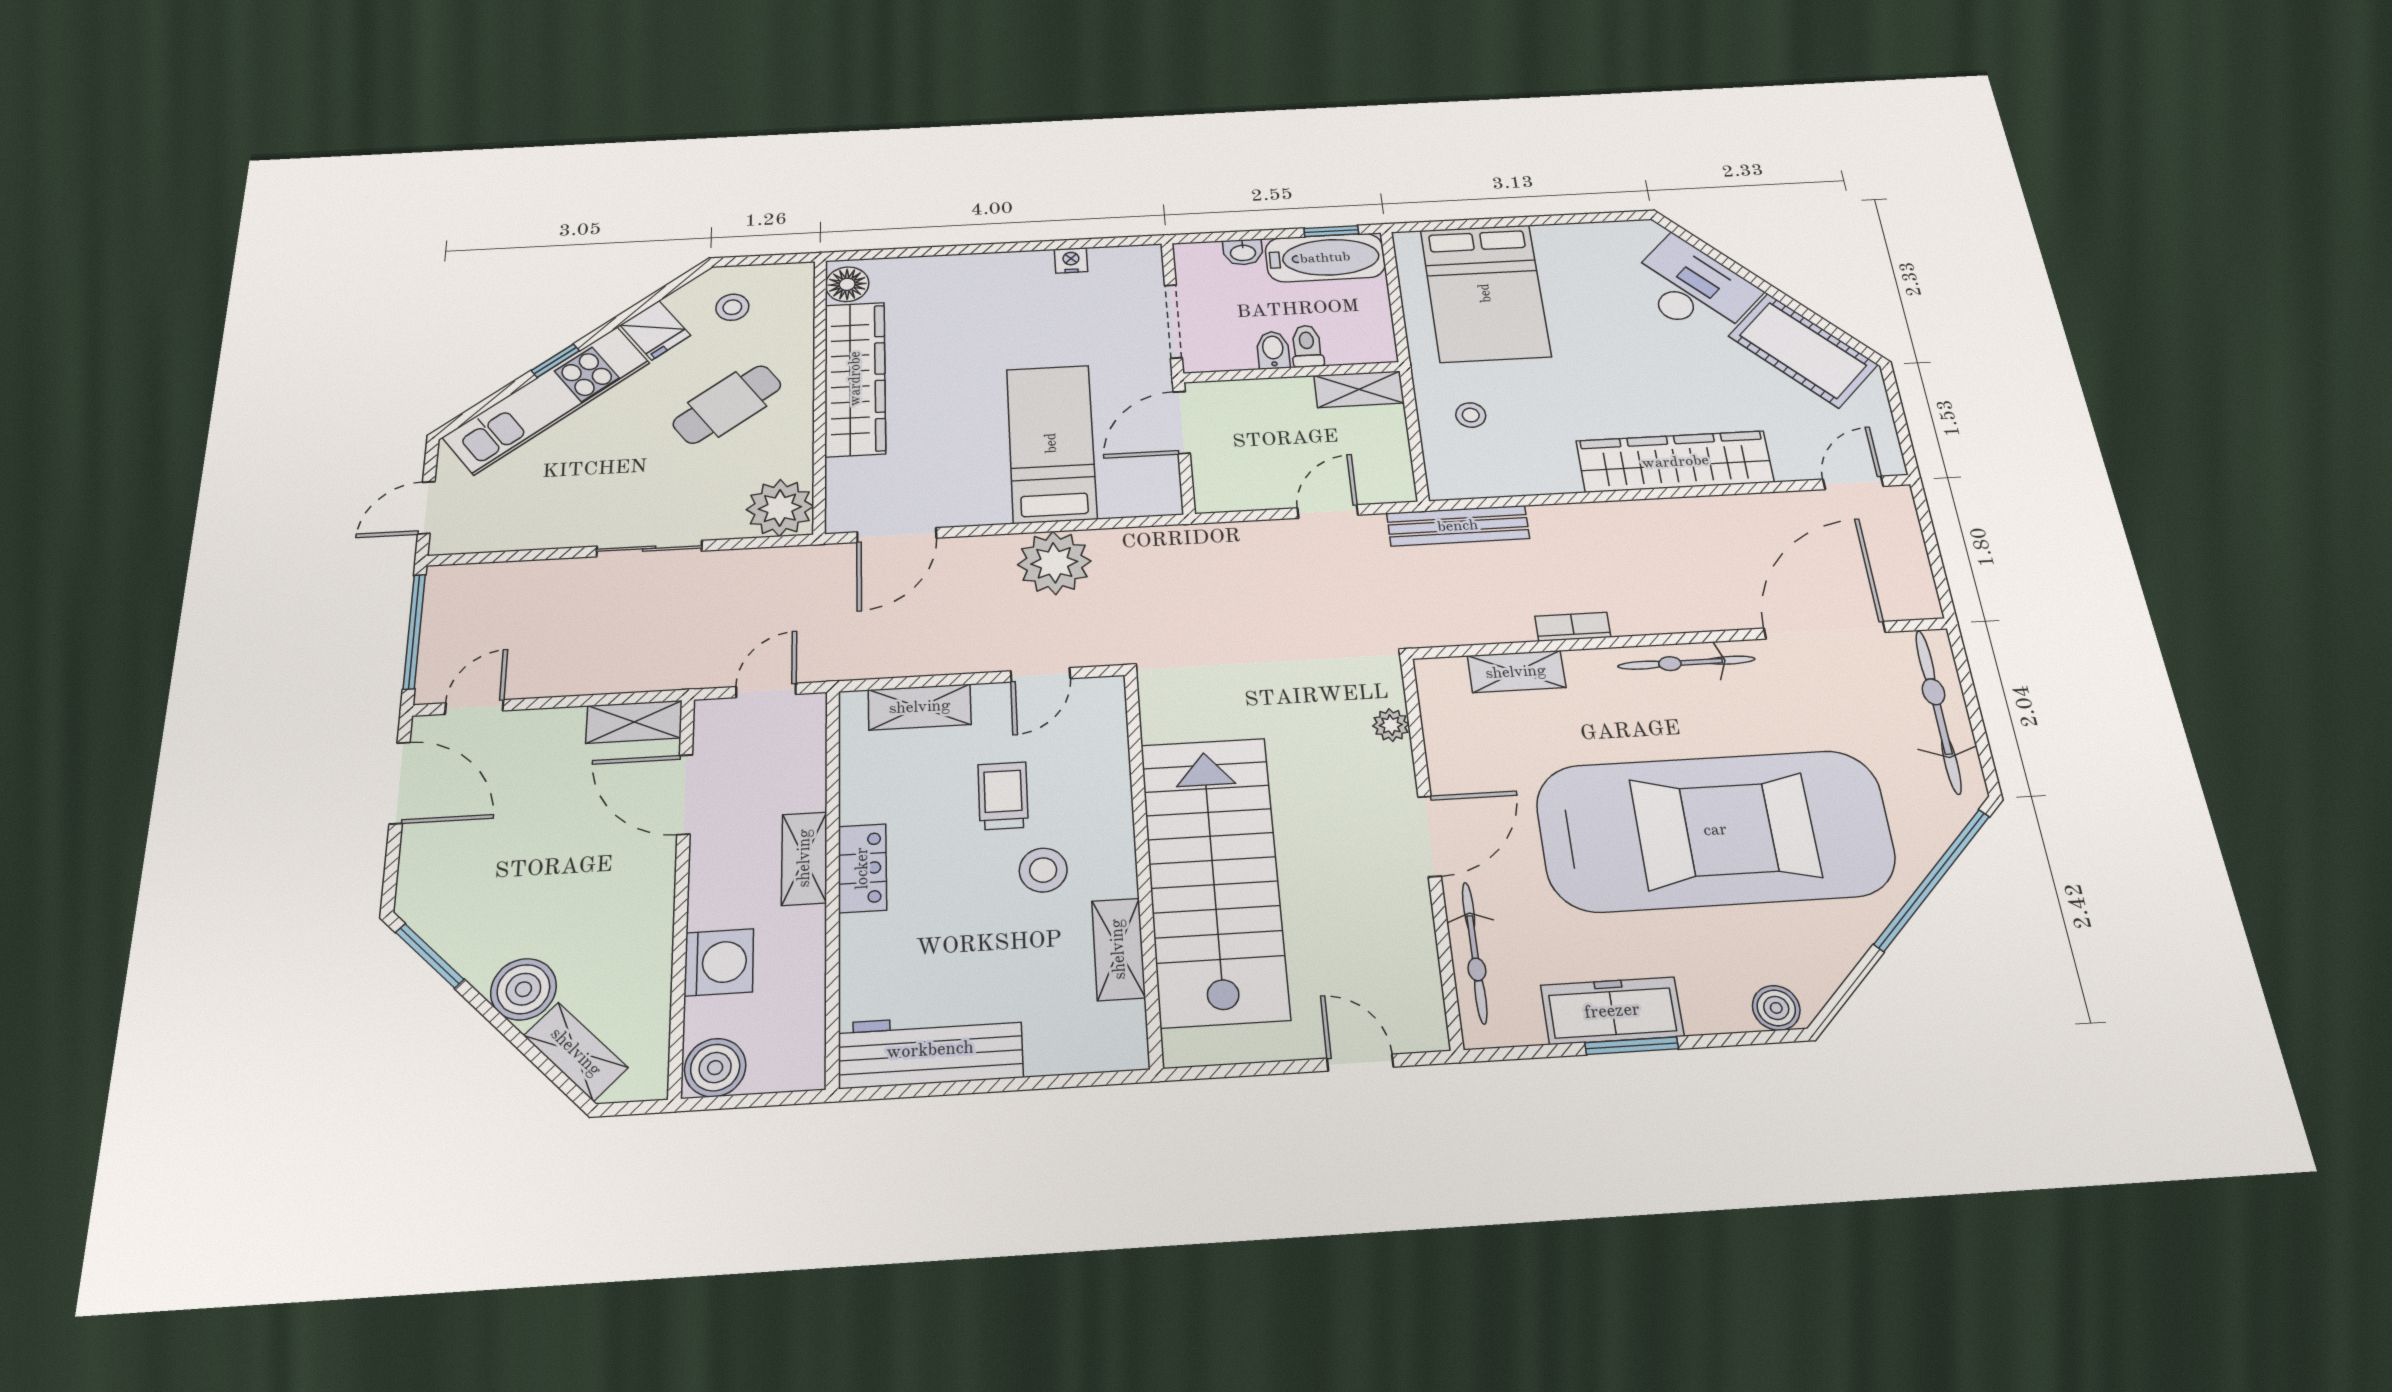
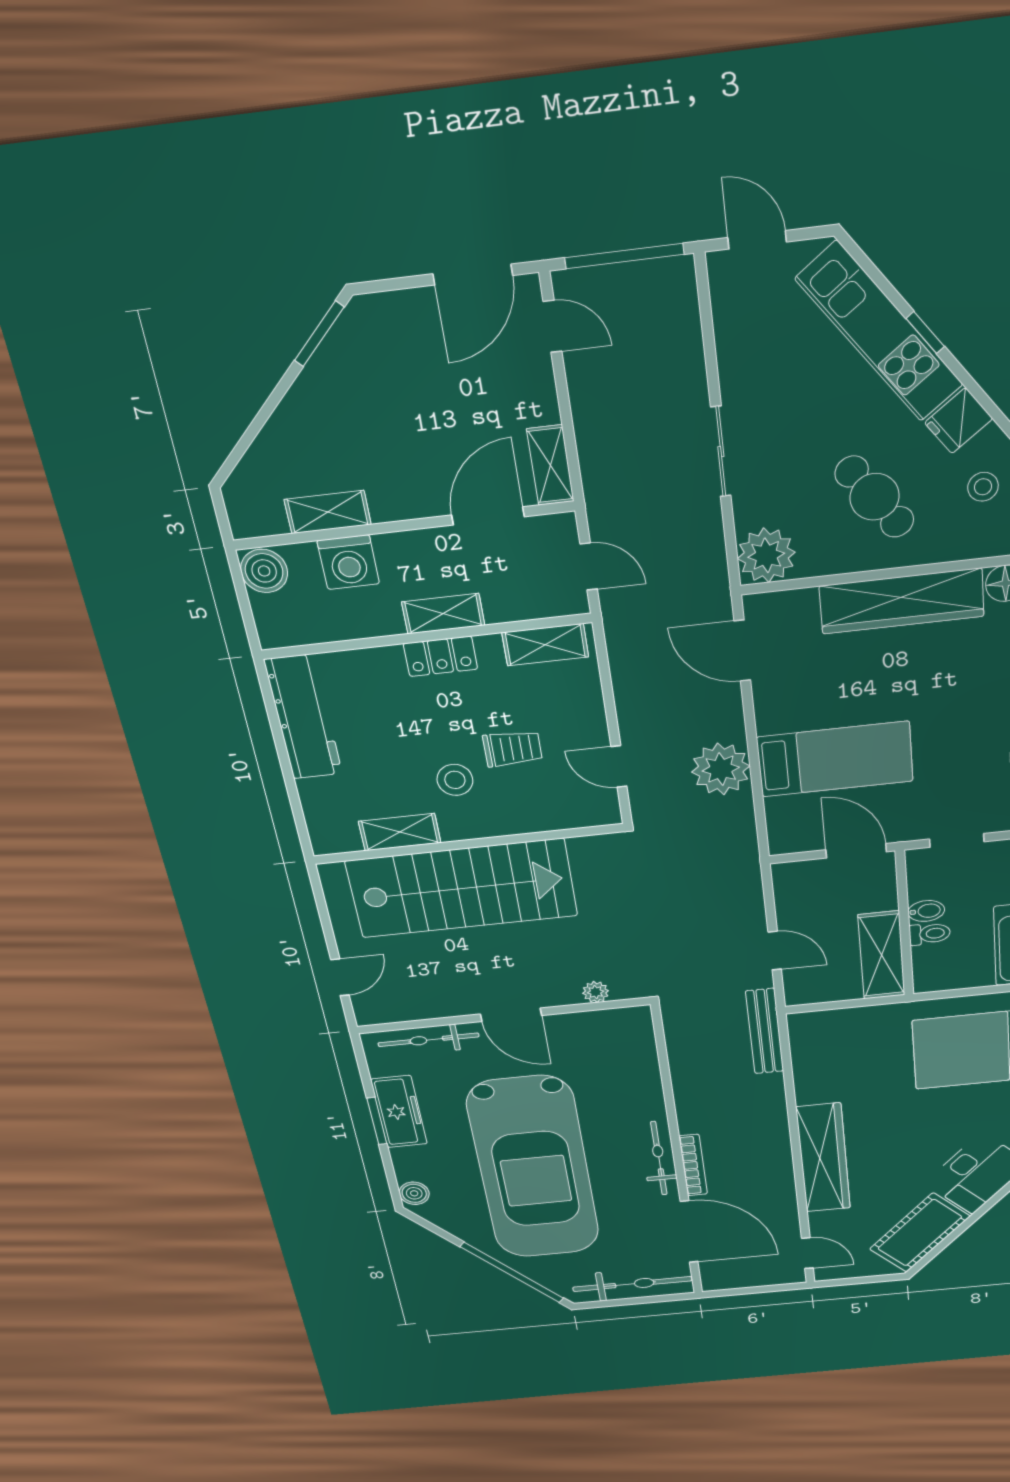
doorway: (1173, 321) -> (957, 840), width x0.73
shelving: (1359, 389) -> (882, 955), width x1.50, depth x1.33
stool: (1471, 415) -> (863, 1039), removed
bookcase: (1573, 627) -> (693, 1165), moved, width x1.56
shelving: (1516, 672) -> (645, 1065), removed
shelving: (920, 707) -> (545, 645), moved, turned 90
boiler: (523, 989) -> (303, 416), removed
shelving: (576, 1052) -> (328, 512), moved, turned 45

